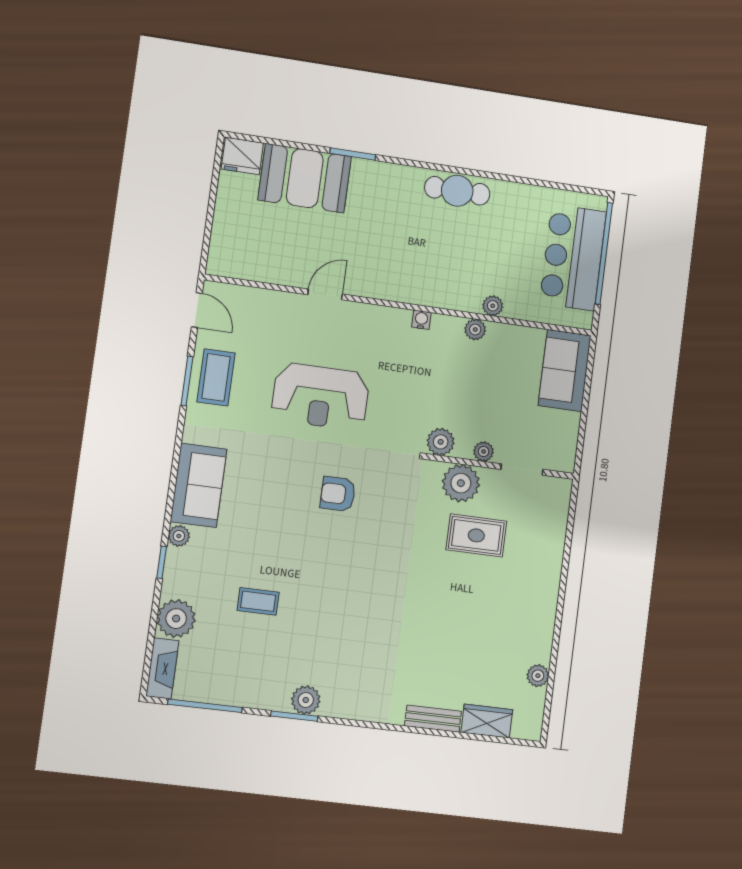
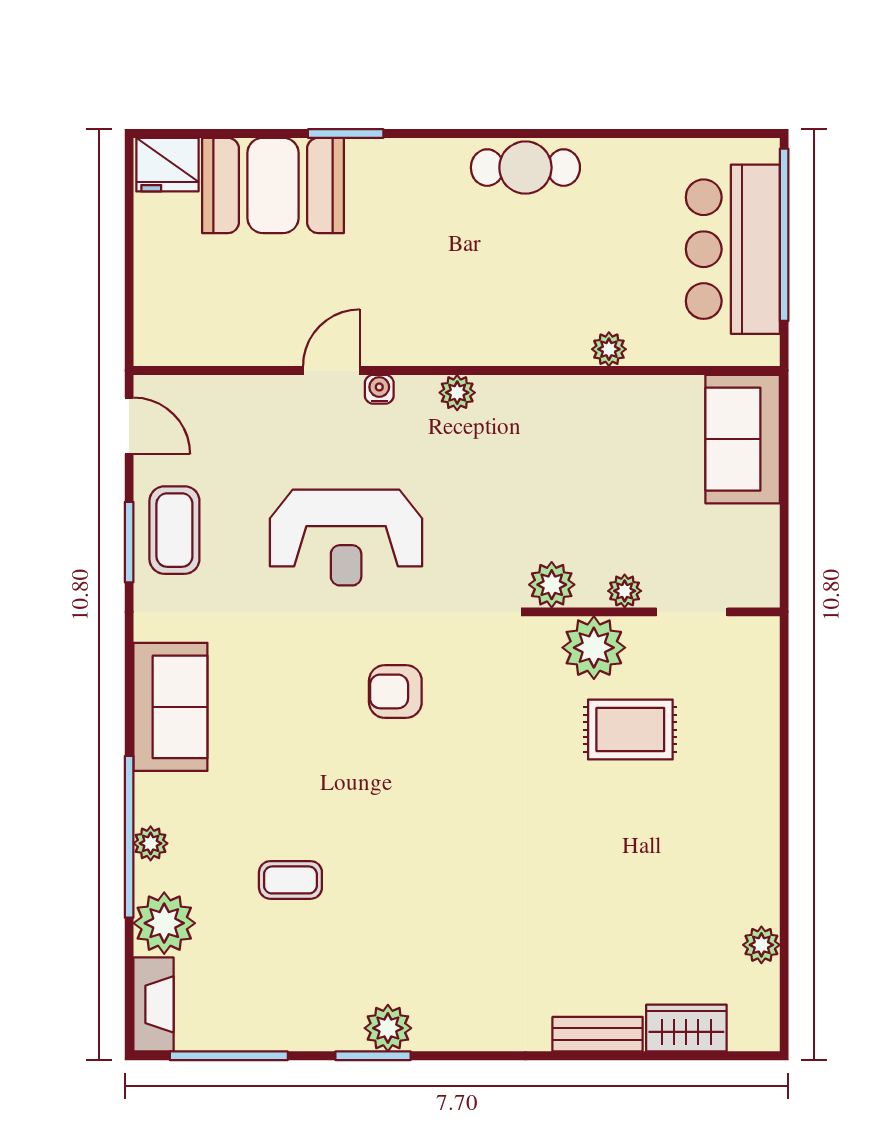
water cooler: (421, 320) -> (379, 389), moved
plant: (475, 330) -> (457, 393), moved
plant: (179, 536) -> (151, 843), moved
window: (162, 562) -> (129, 837), width x3.17

